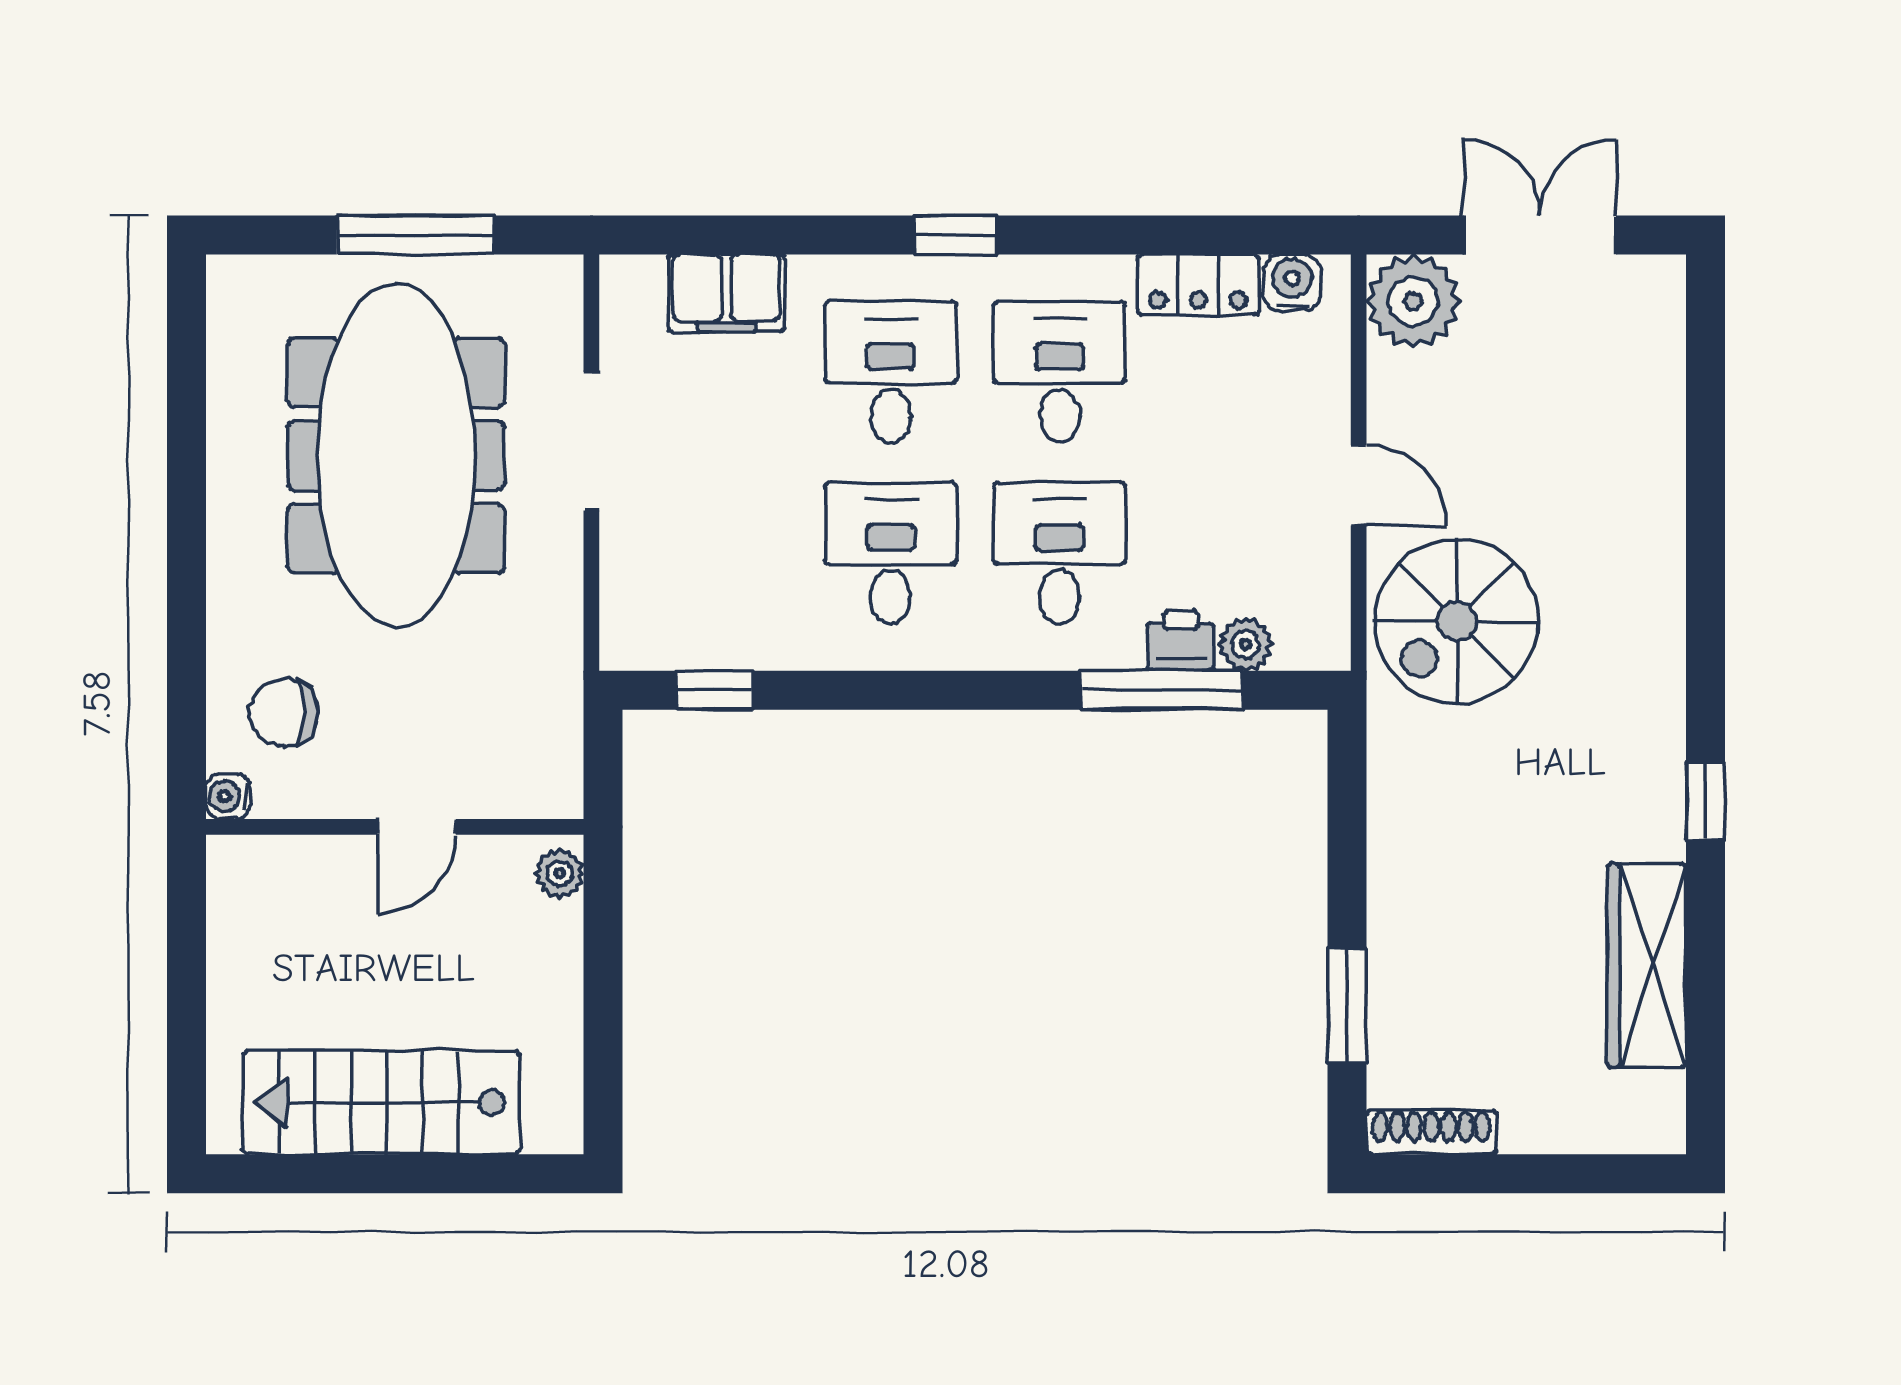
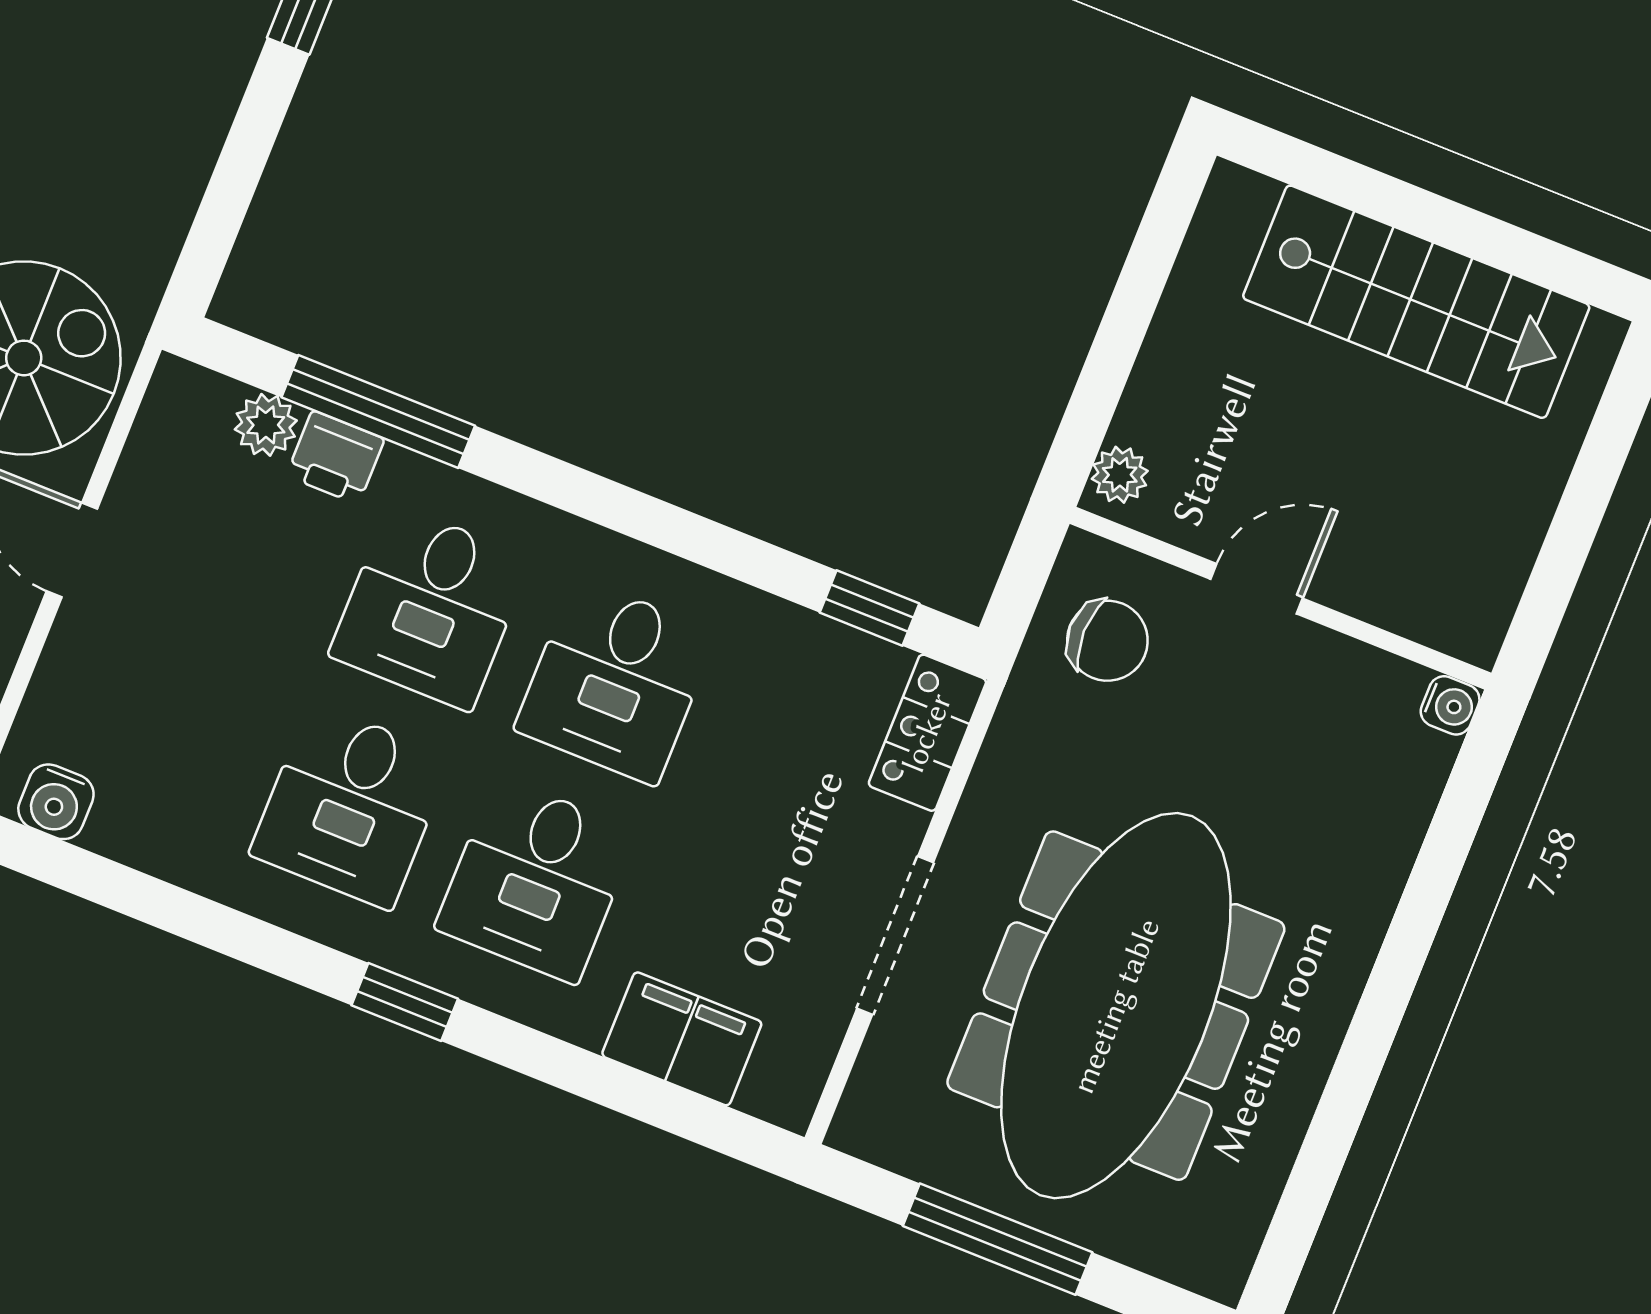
locker: (1198, 285) -> (927, 733), moved, turned -90
chair: (284, 712) -> (1107, 641), moved

